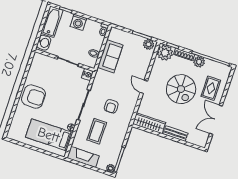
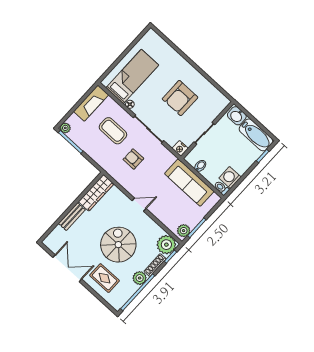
washing machine: (78, 22) -> (230, 178), moved
sofa: (110, 56) -> (189, 183), width x1.36
spiral stairs: (181, 89) -> (118, 245), turned 90
armchair: (34, 97) -> (180, 98), moved

